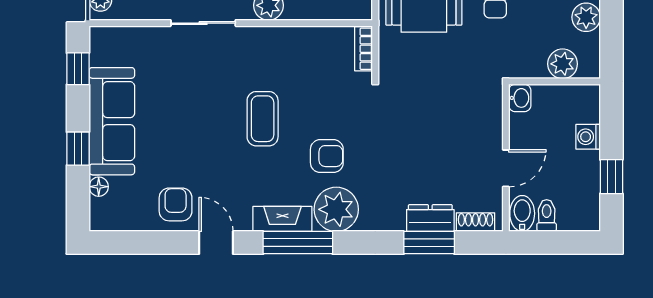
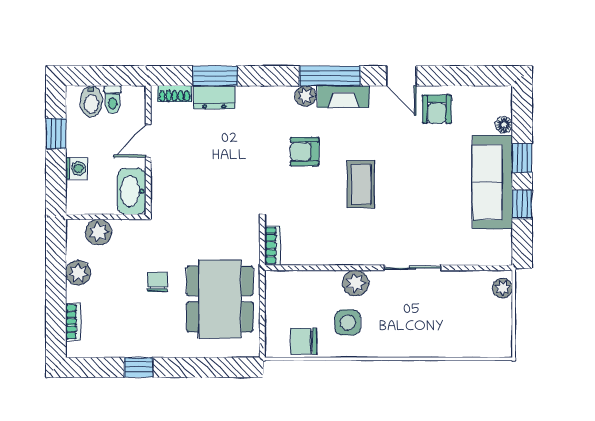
window: (78, 69) -> (522, 204), moved
washbasin: (520, 98) -> (132, 191), width x1.91, depth x1.45
plant: (336, 209) -> (305, 96), width x0.53, depth x0.53
bidet: (522, 213) -> (91, 101), moved

